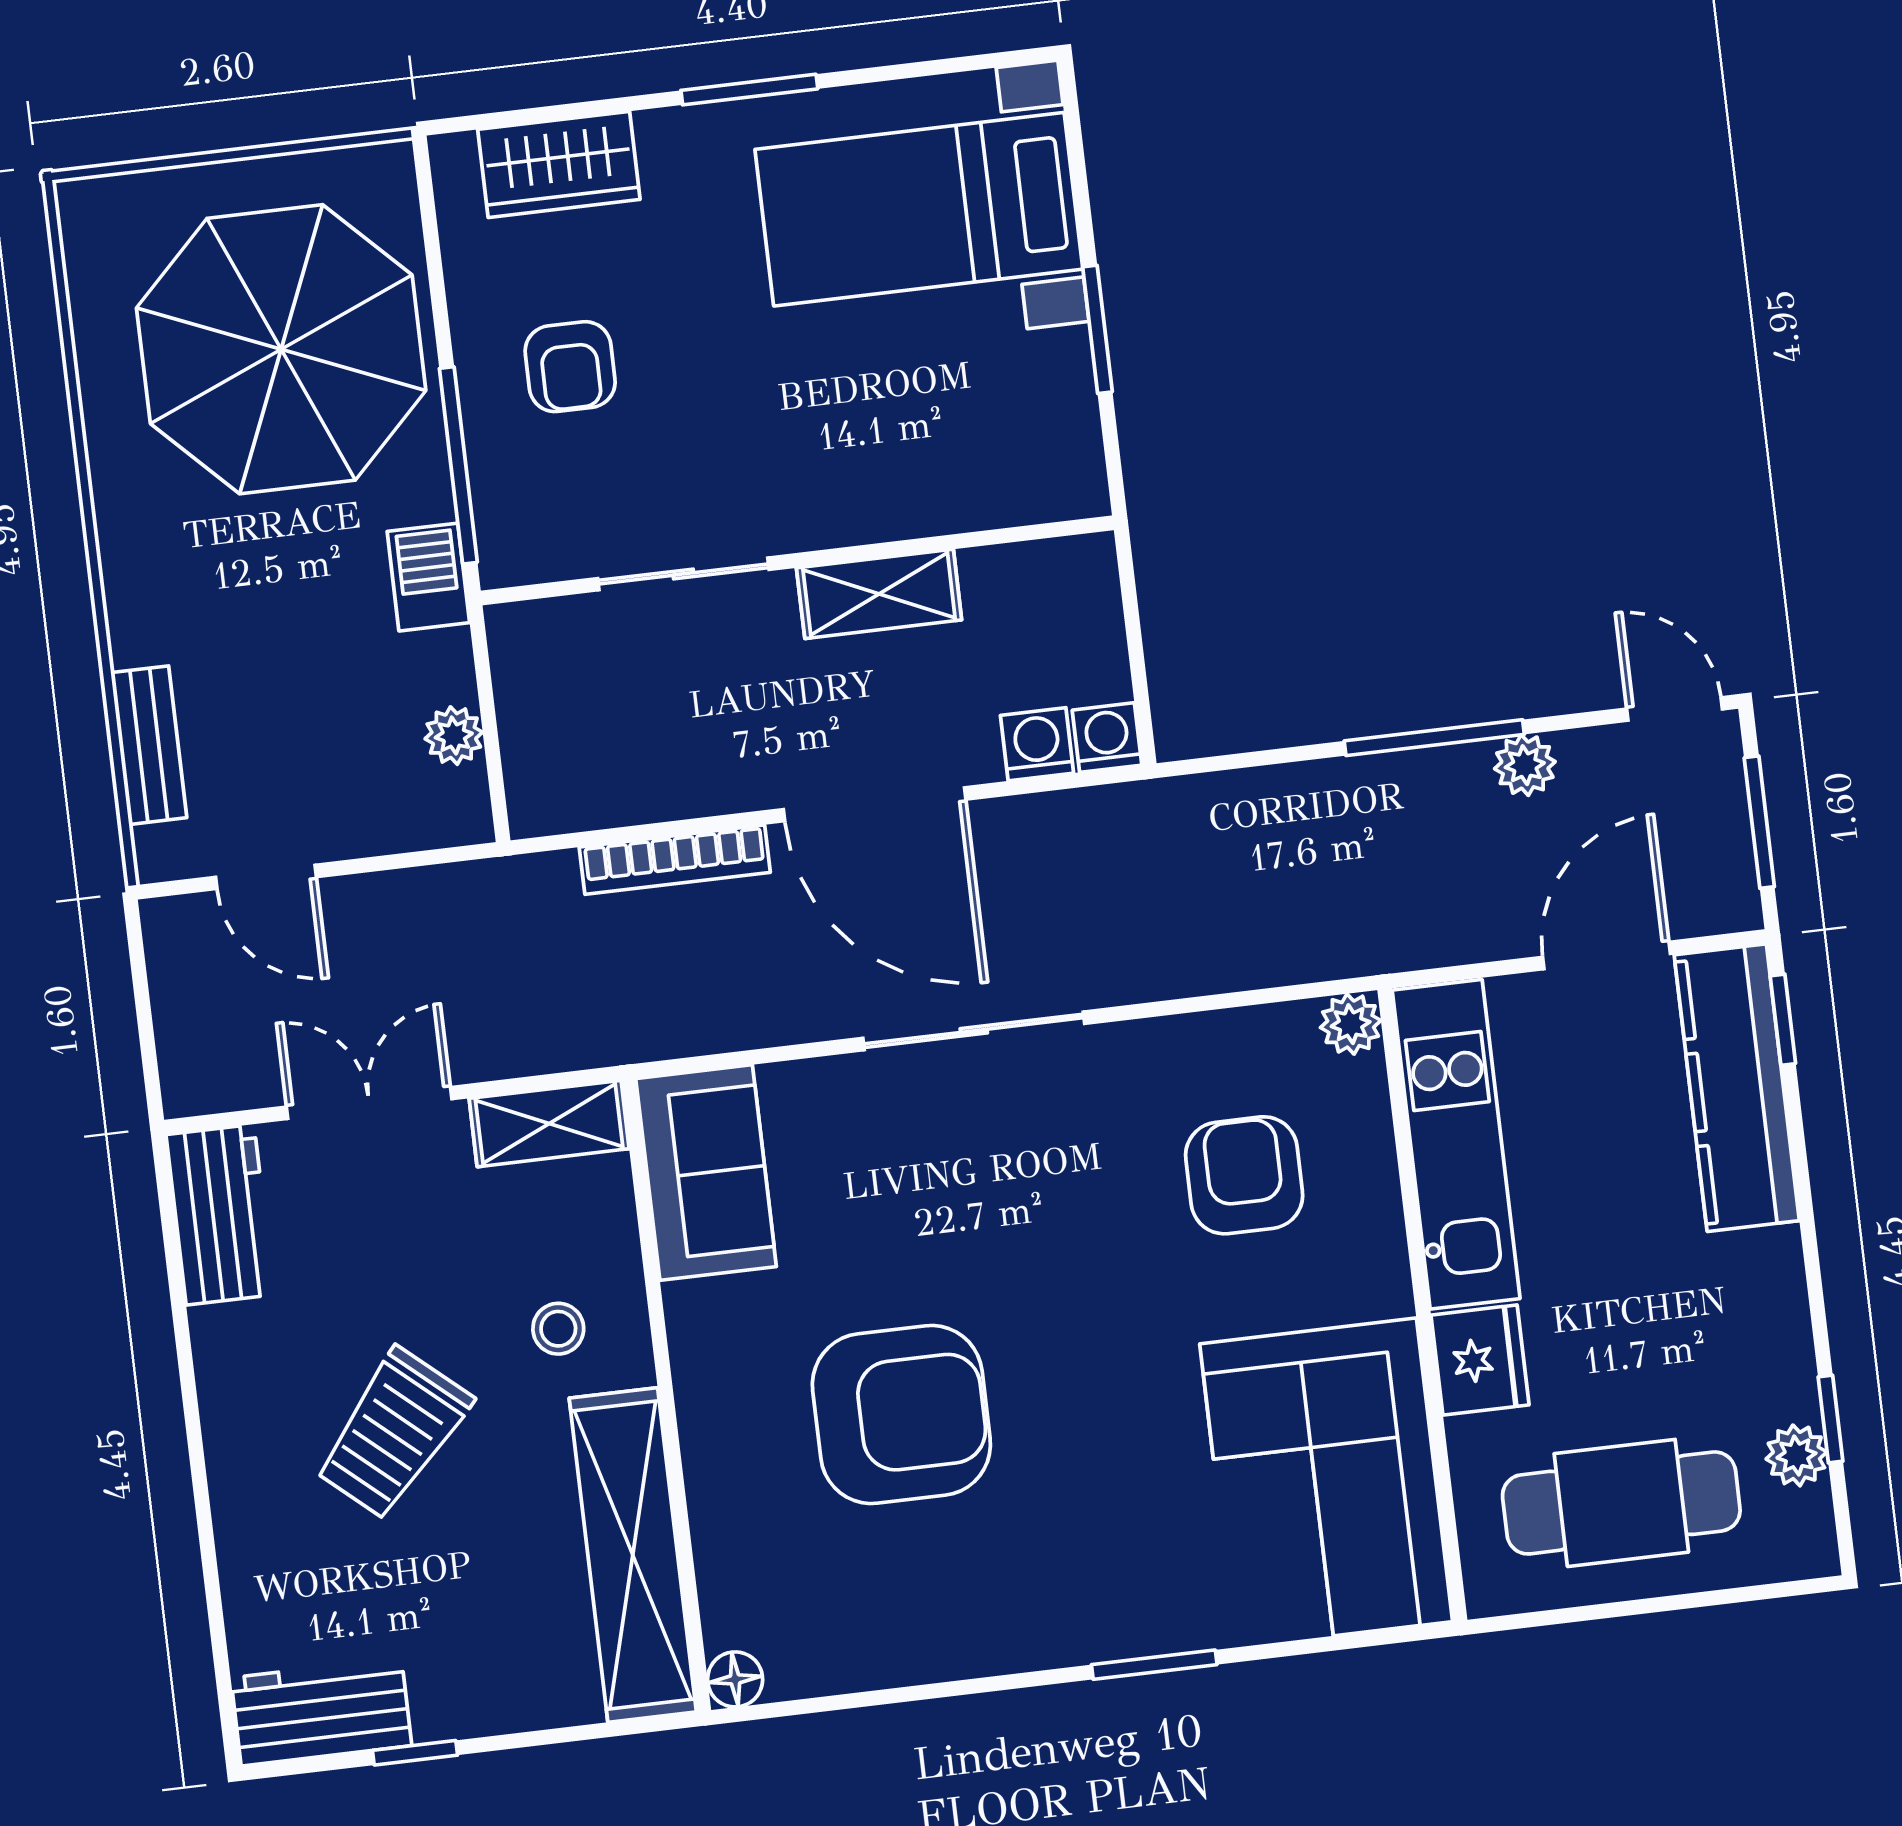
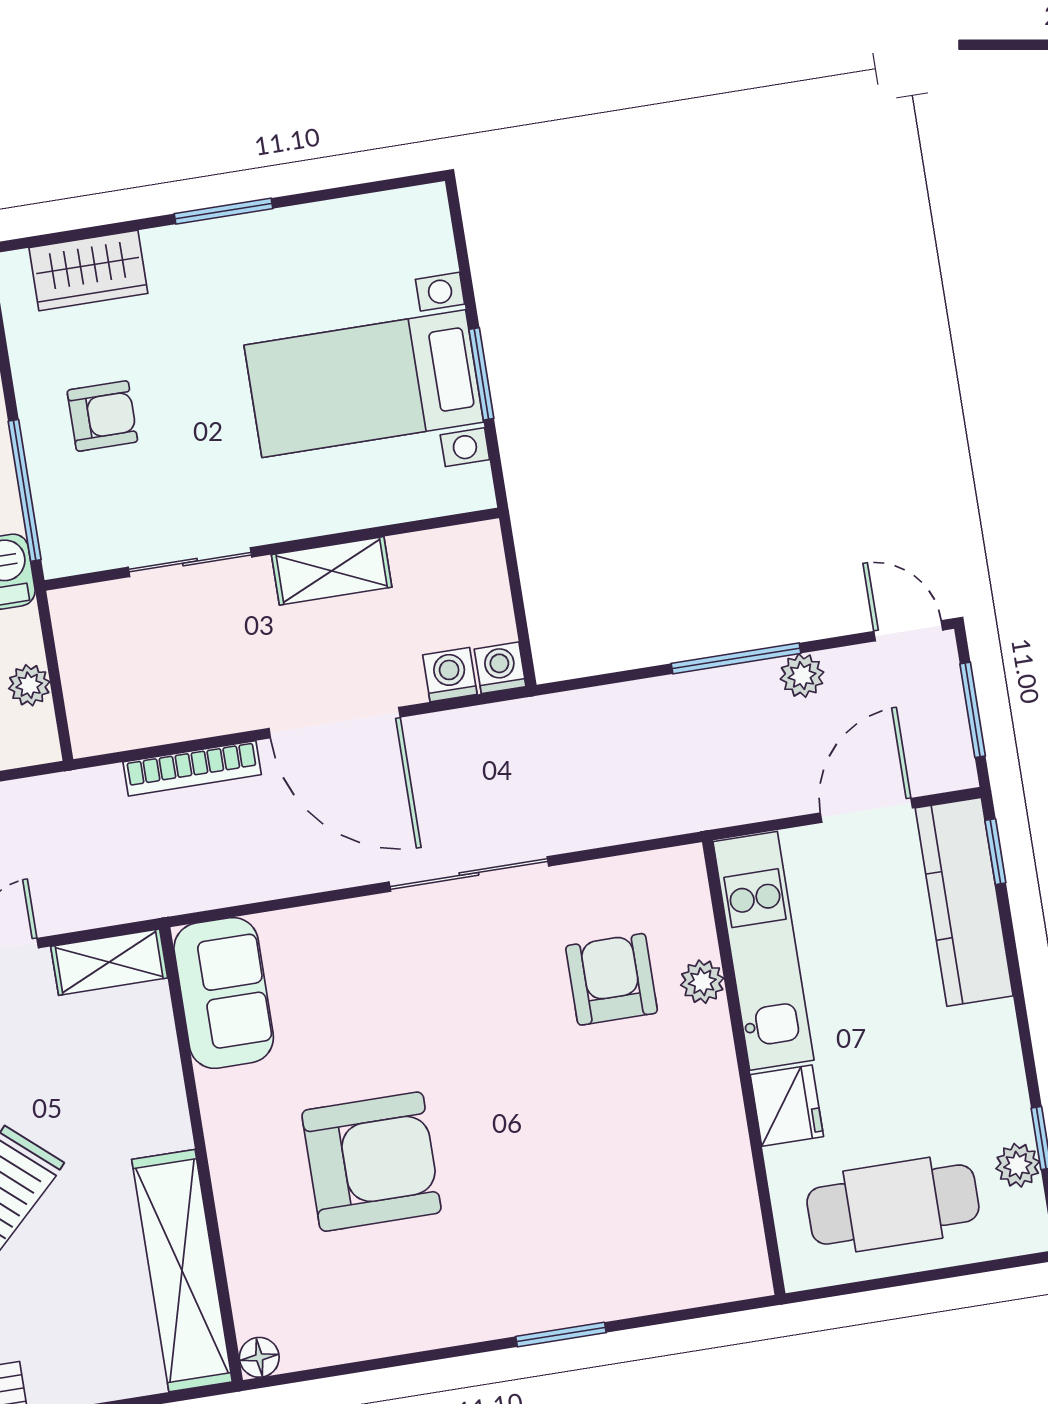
bed with nightstands: (919, 209) -> (364, 384), moved
armchair: (570, 367) -> (102, 416), turned -90
plant: (1351, 1024) -> (702, 982), moved
sliding door: (974, 1031) -> (469, 874), moved
stool: (558, 1329) -> (122, 1110), removed
corner sofa: (1326, 1483) -> (680, 1198), removed

